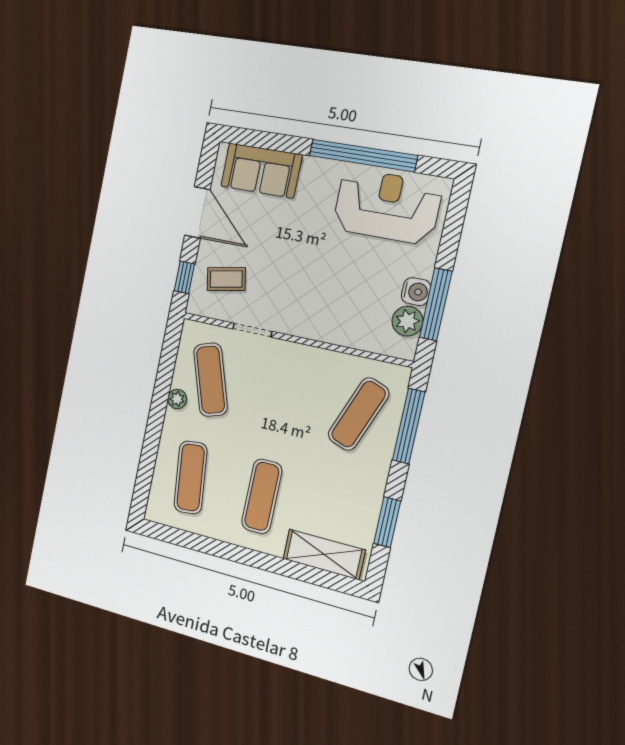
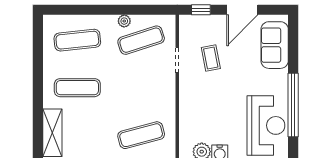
coffee table: (226, 279) -> (211, 58), moved
exercise mat: (358, 414) -> (141, 135), turned -36

